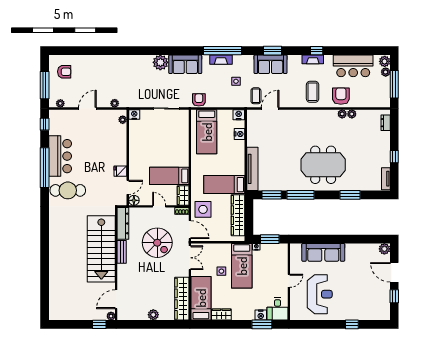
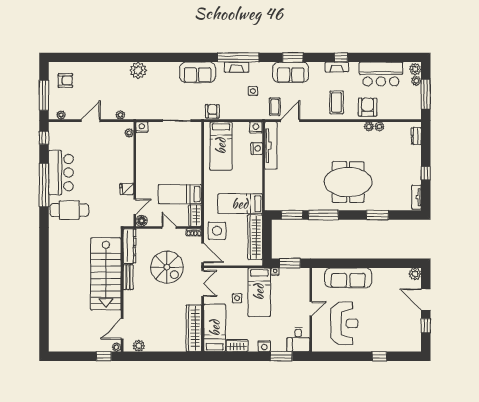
plant: (160, 62) -> (138, 70), moved
tv unit: (252, 169) -> (271, 145), moved
plant: (153, 315) -> (139, 346), moved
nightstand: (261, 315) -> (264, 346), moved

